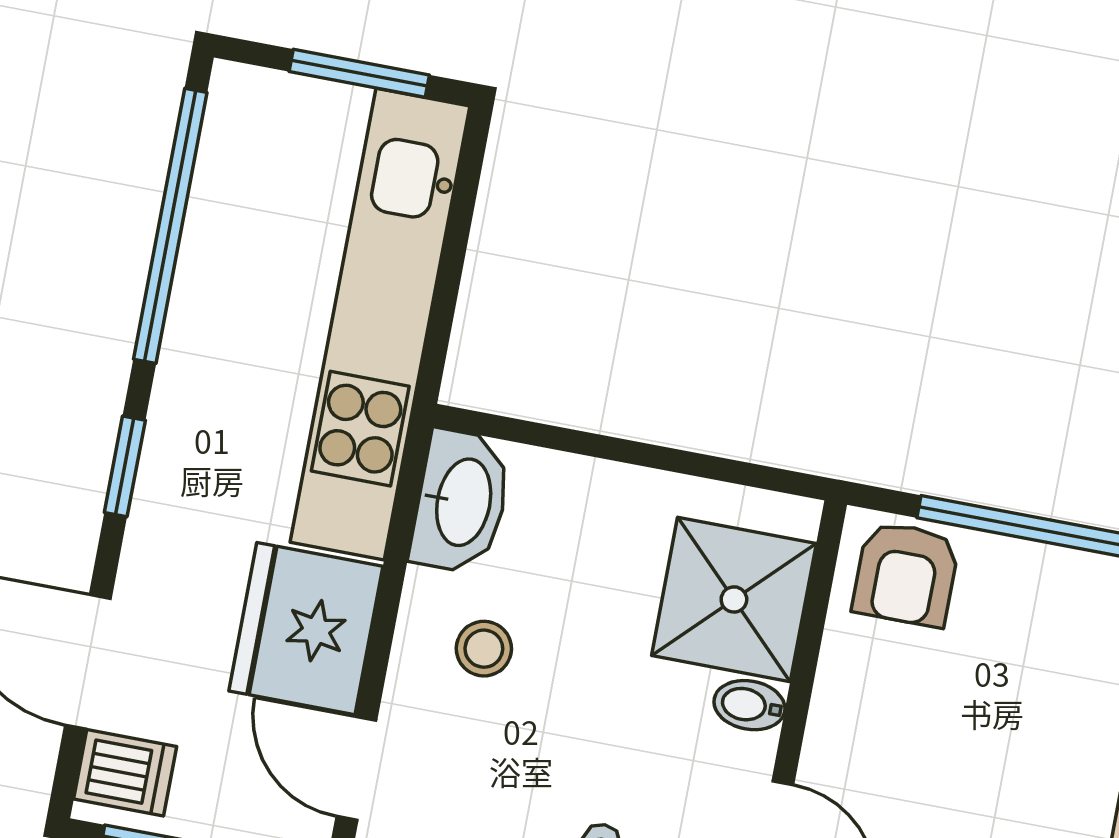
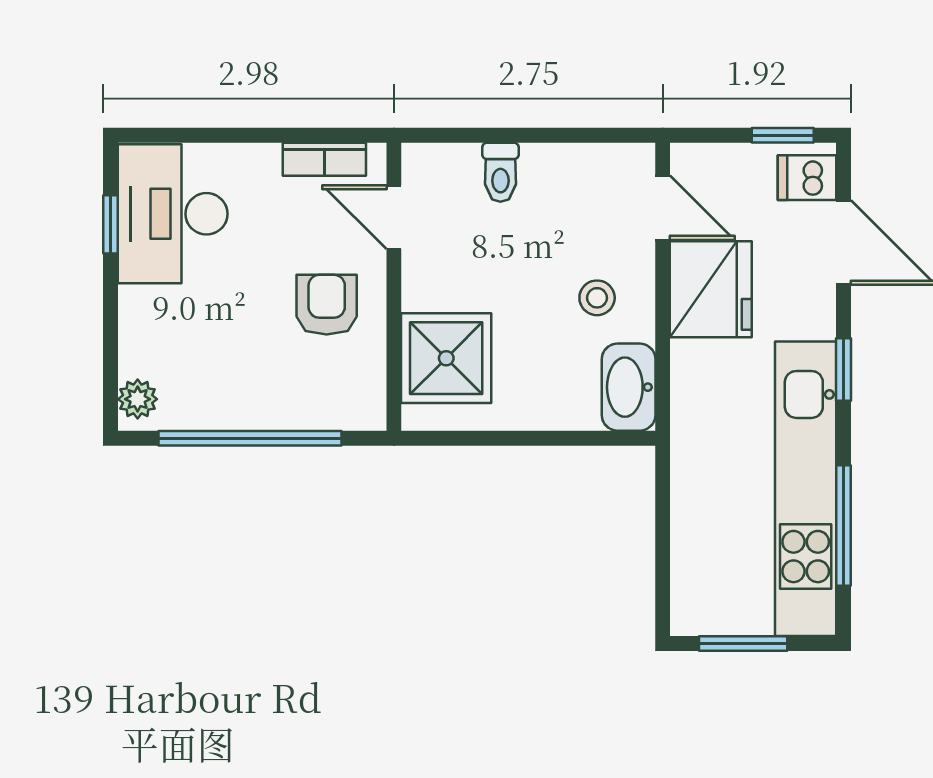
window: (170, 226) -> (843, 525), width x0.68
kitchen unit: (380, 324) -> (806, 489), moved, turned 180
armchair: (906, 574) -> (327, 305), moved
bidet: (749, 705) -> (424, 294), removed

